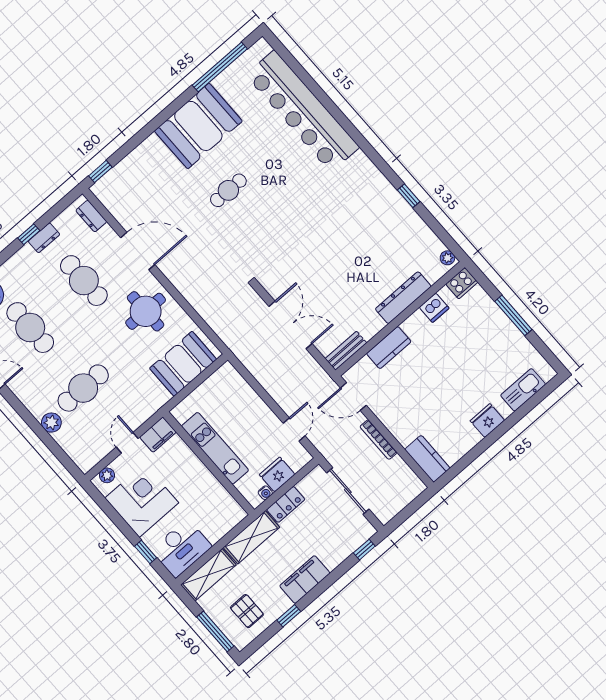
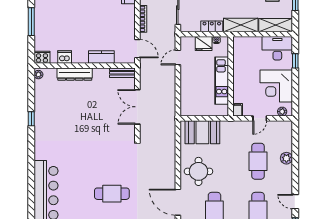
cafe table: (228, 190) -> (112, 194), width x1.37, depth x1.35
cafe table: (83, 388) -> (258, 161), turned 90
filing cabinet: (158, 435) -> (238, 110), width x0.50

